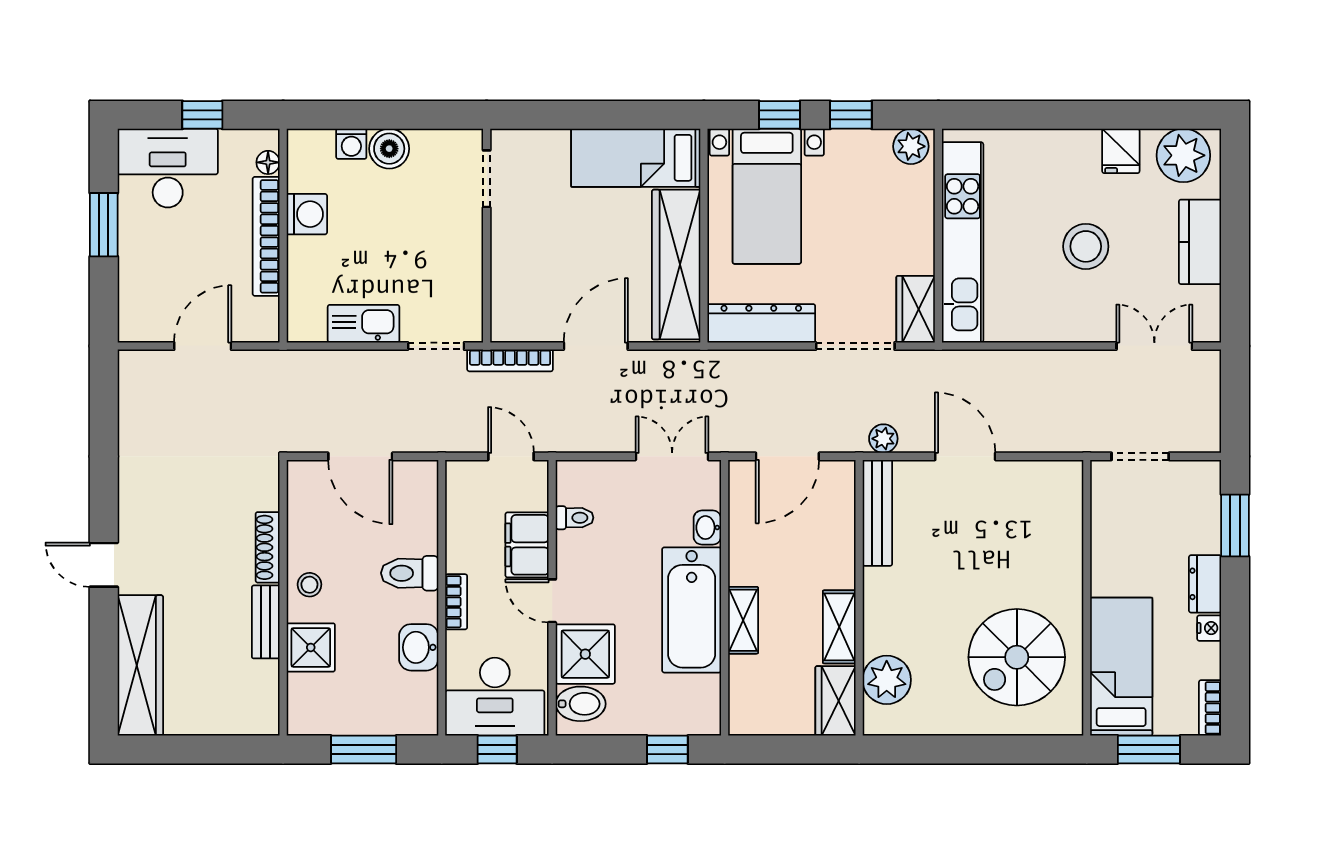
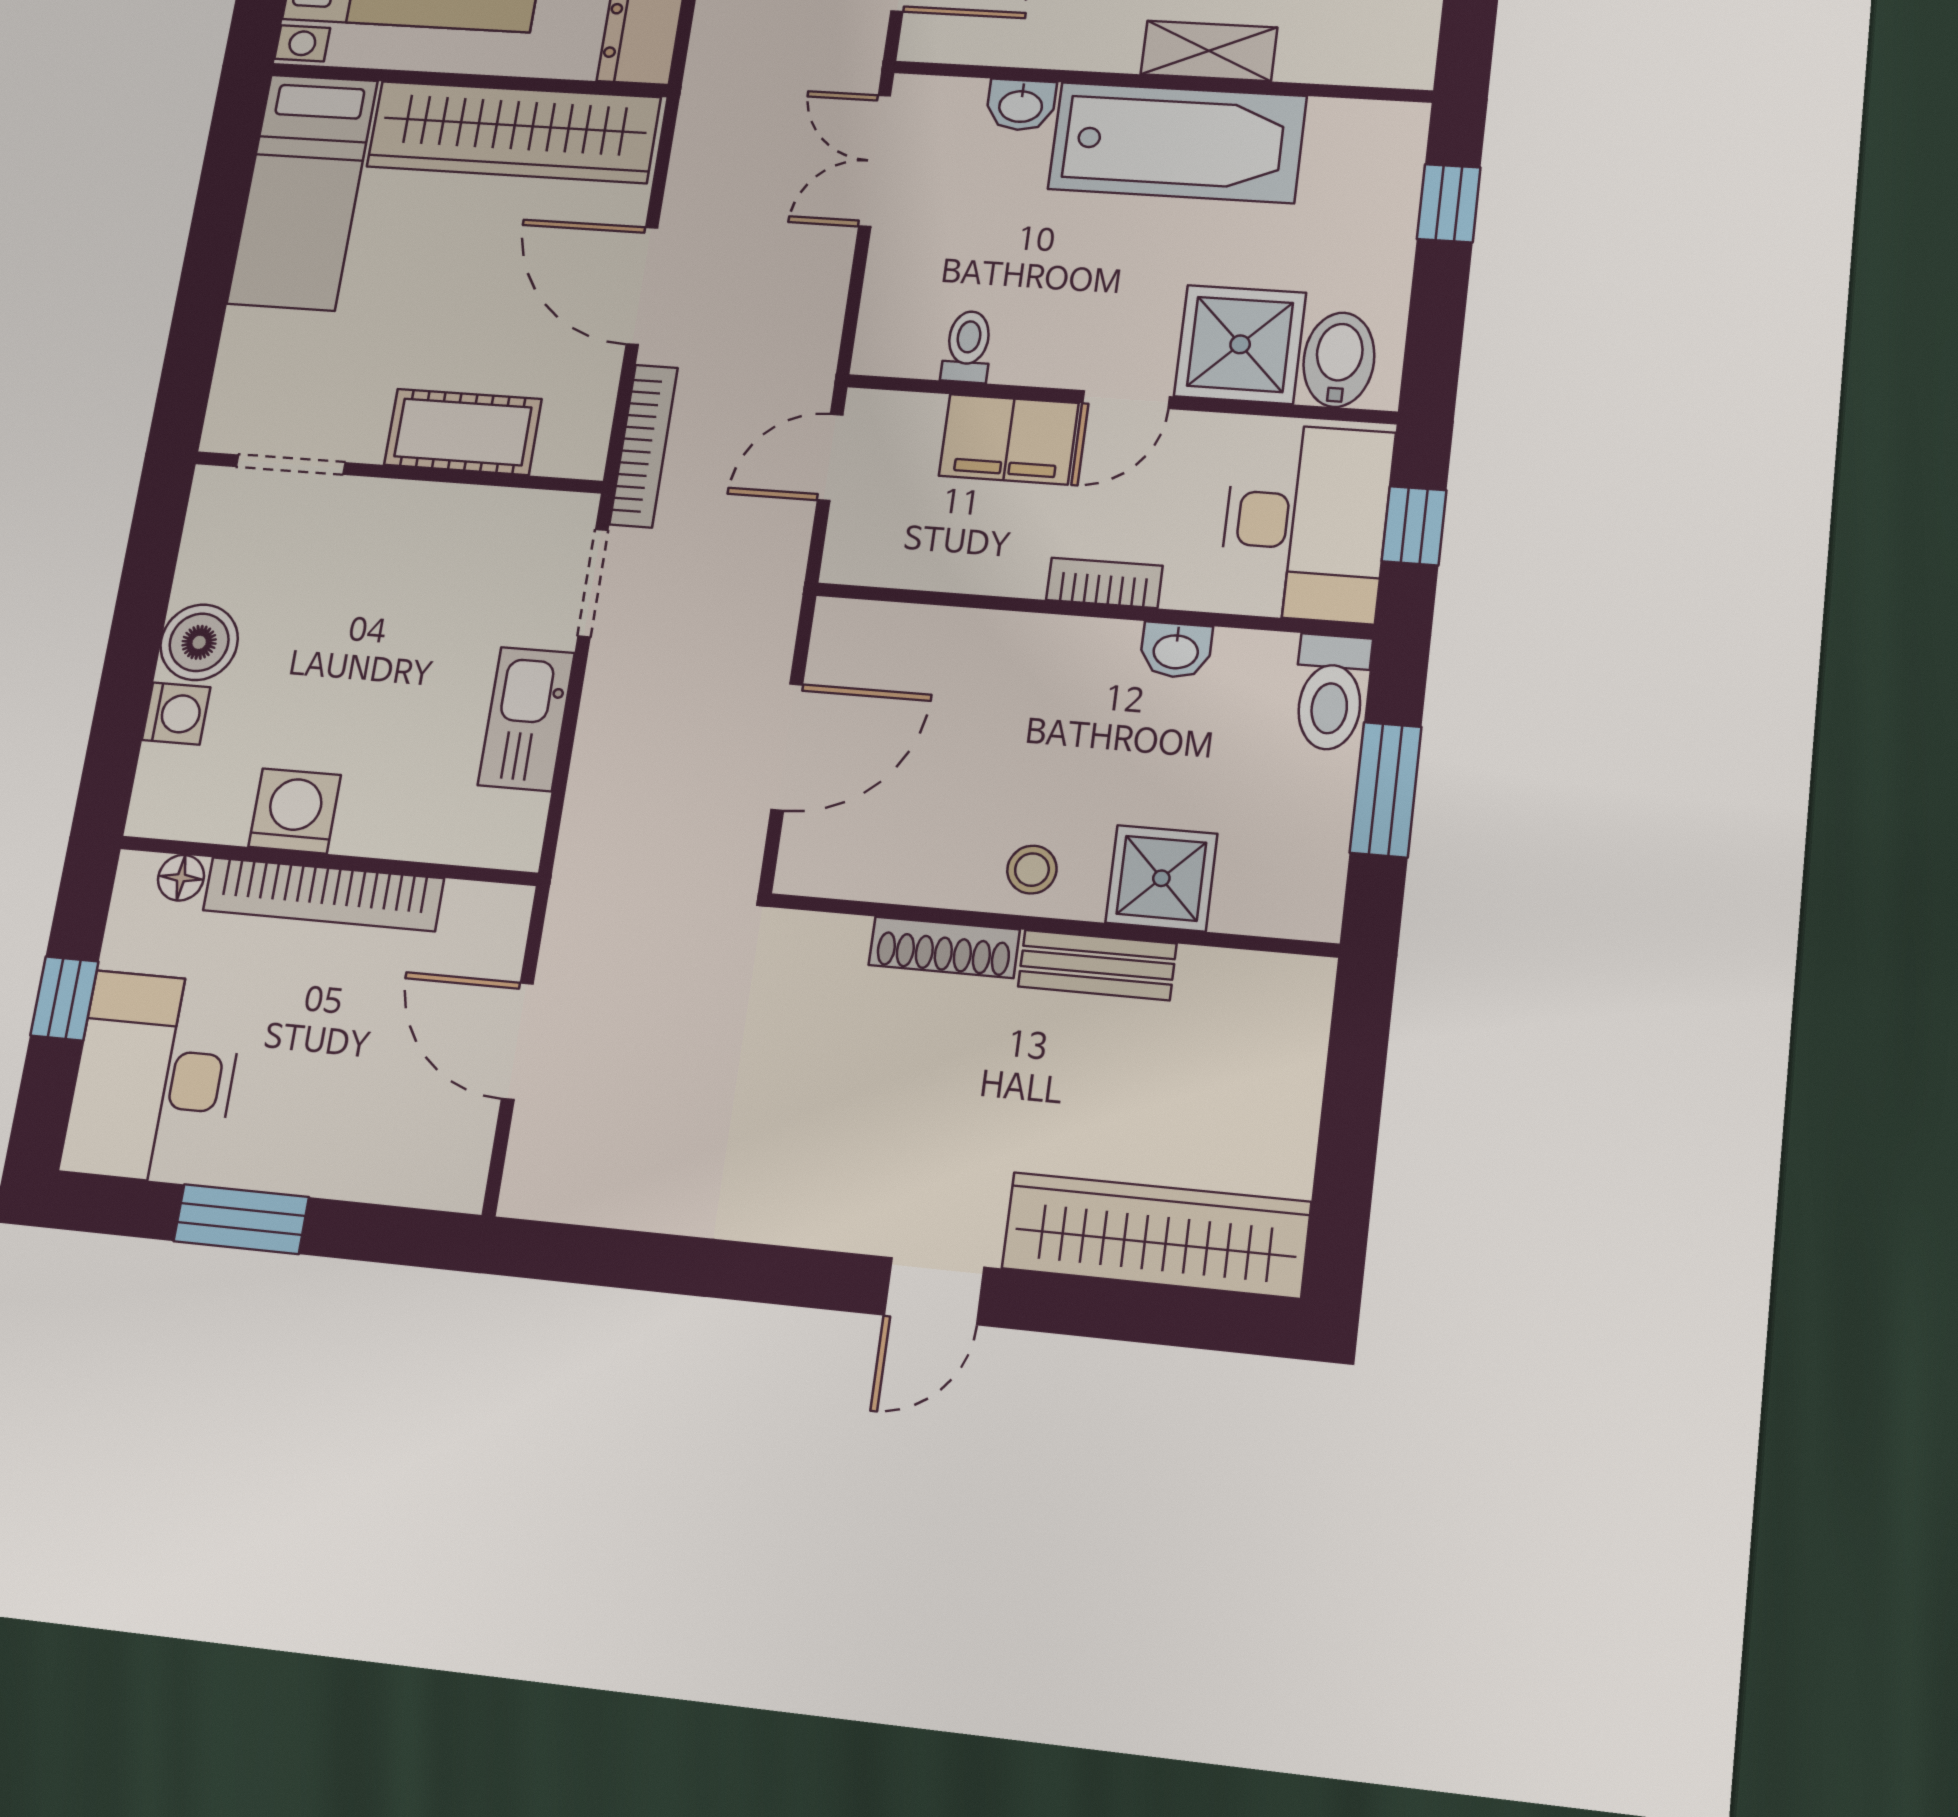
cot: (511, 266) -> (463, 432), added
toilet: (410, 573) -> (1331, 692), moved
washbasin: (419, 647) -> (1176, 650), width x0.72, depth x0.69

